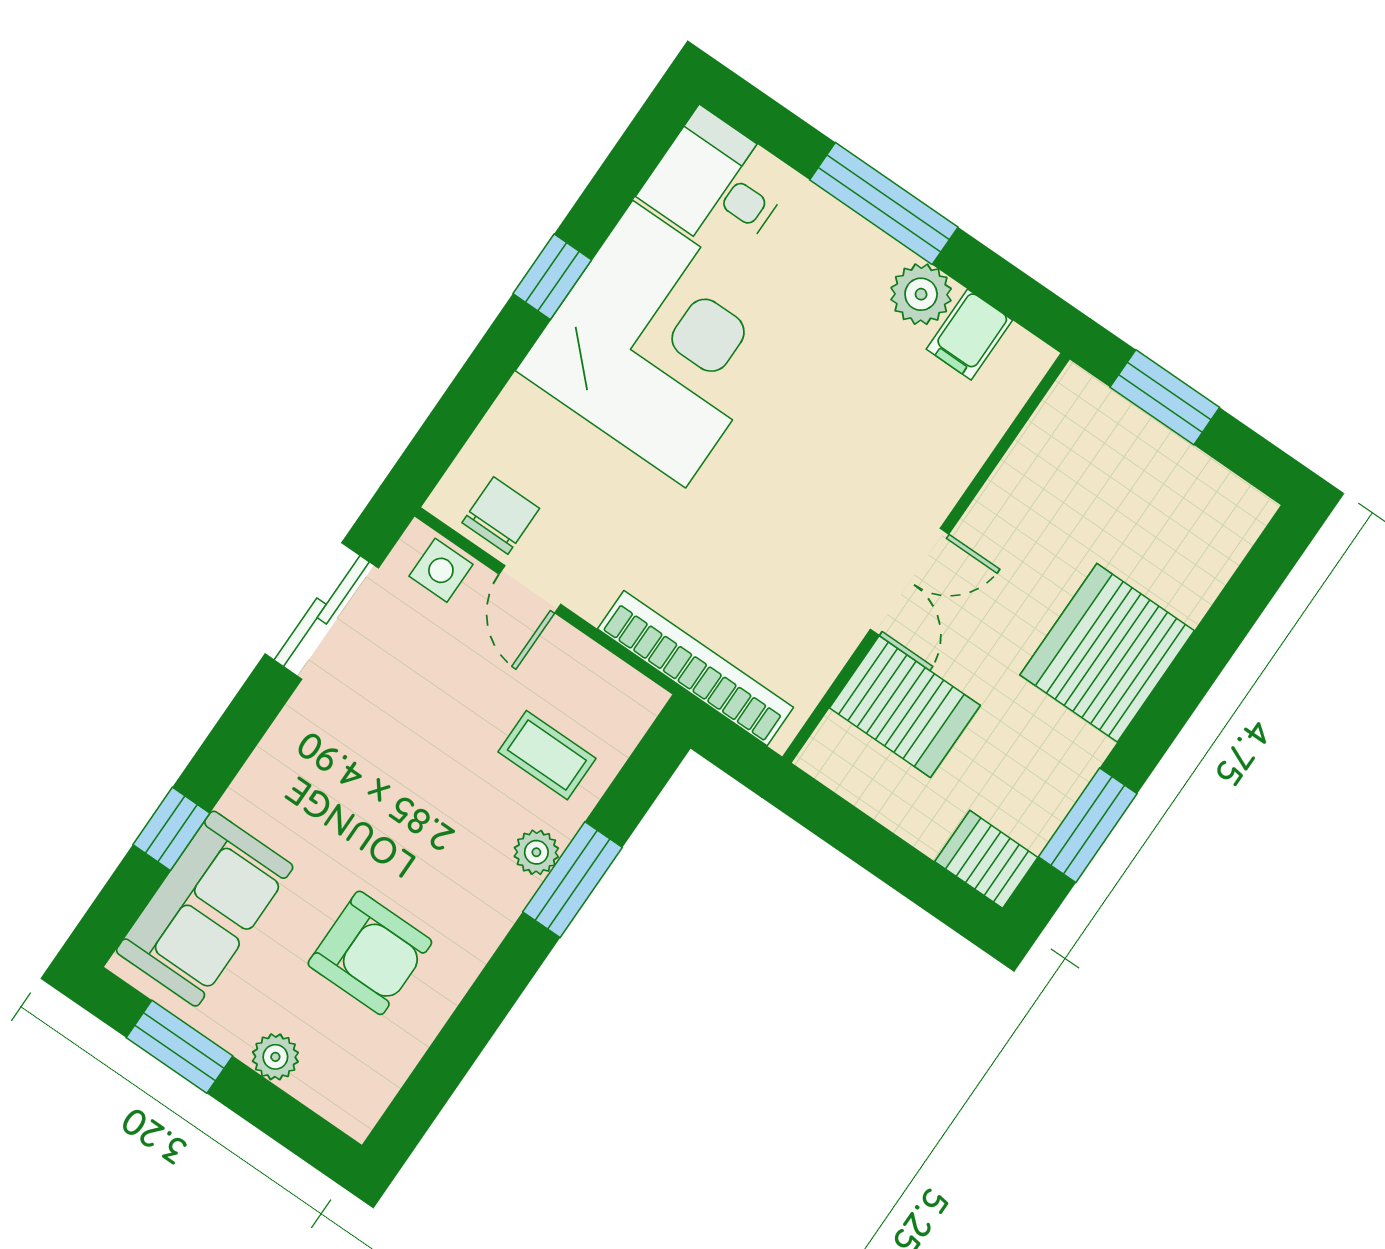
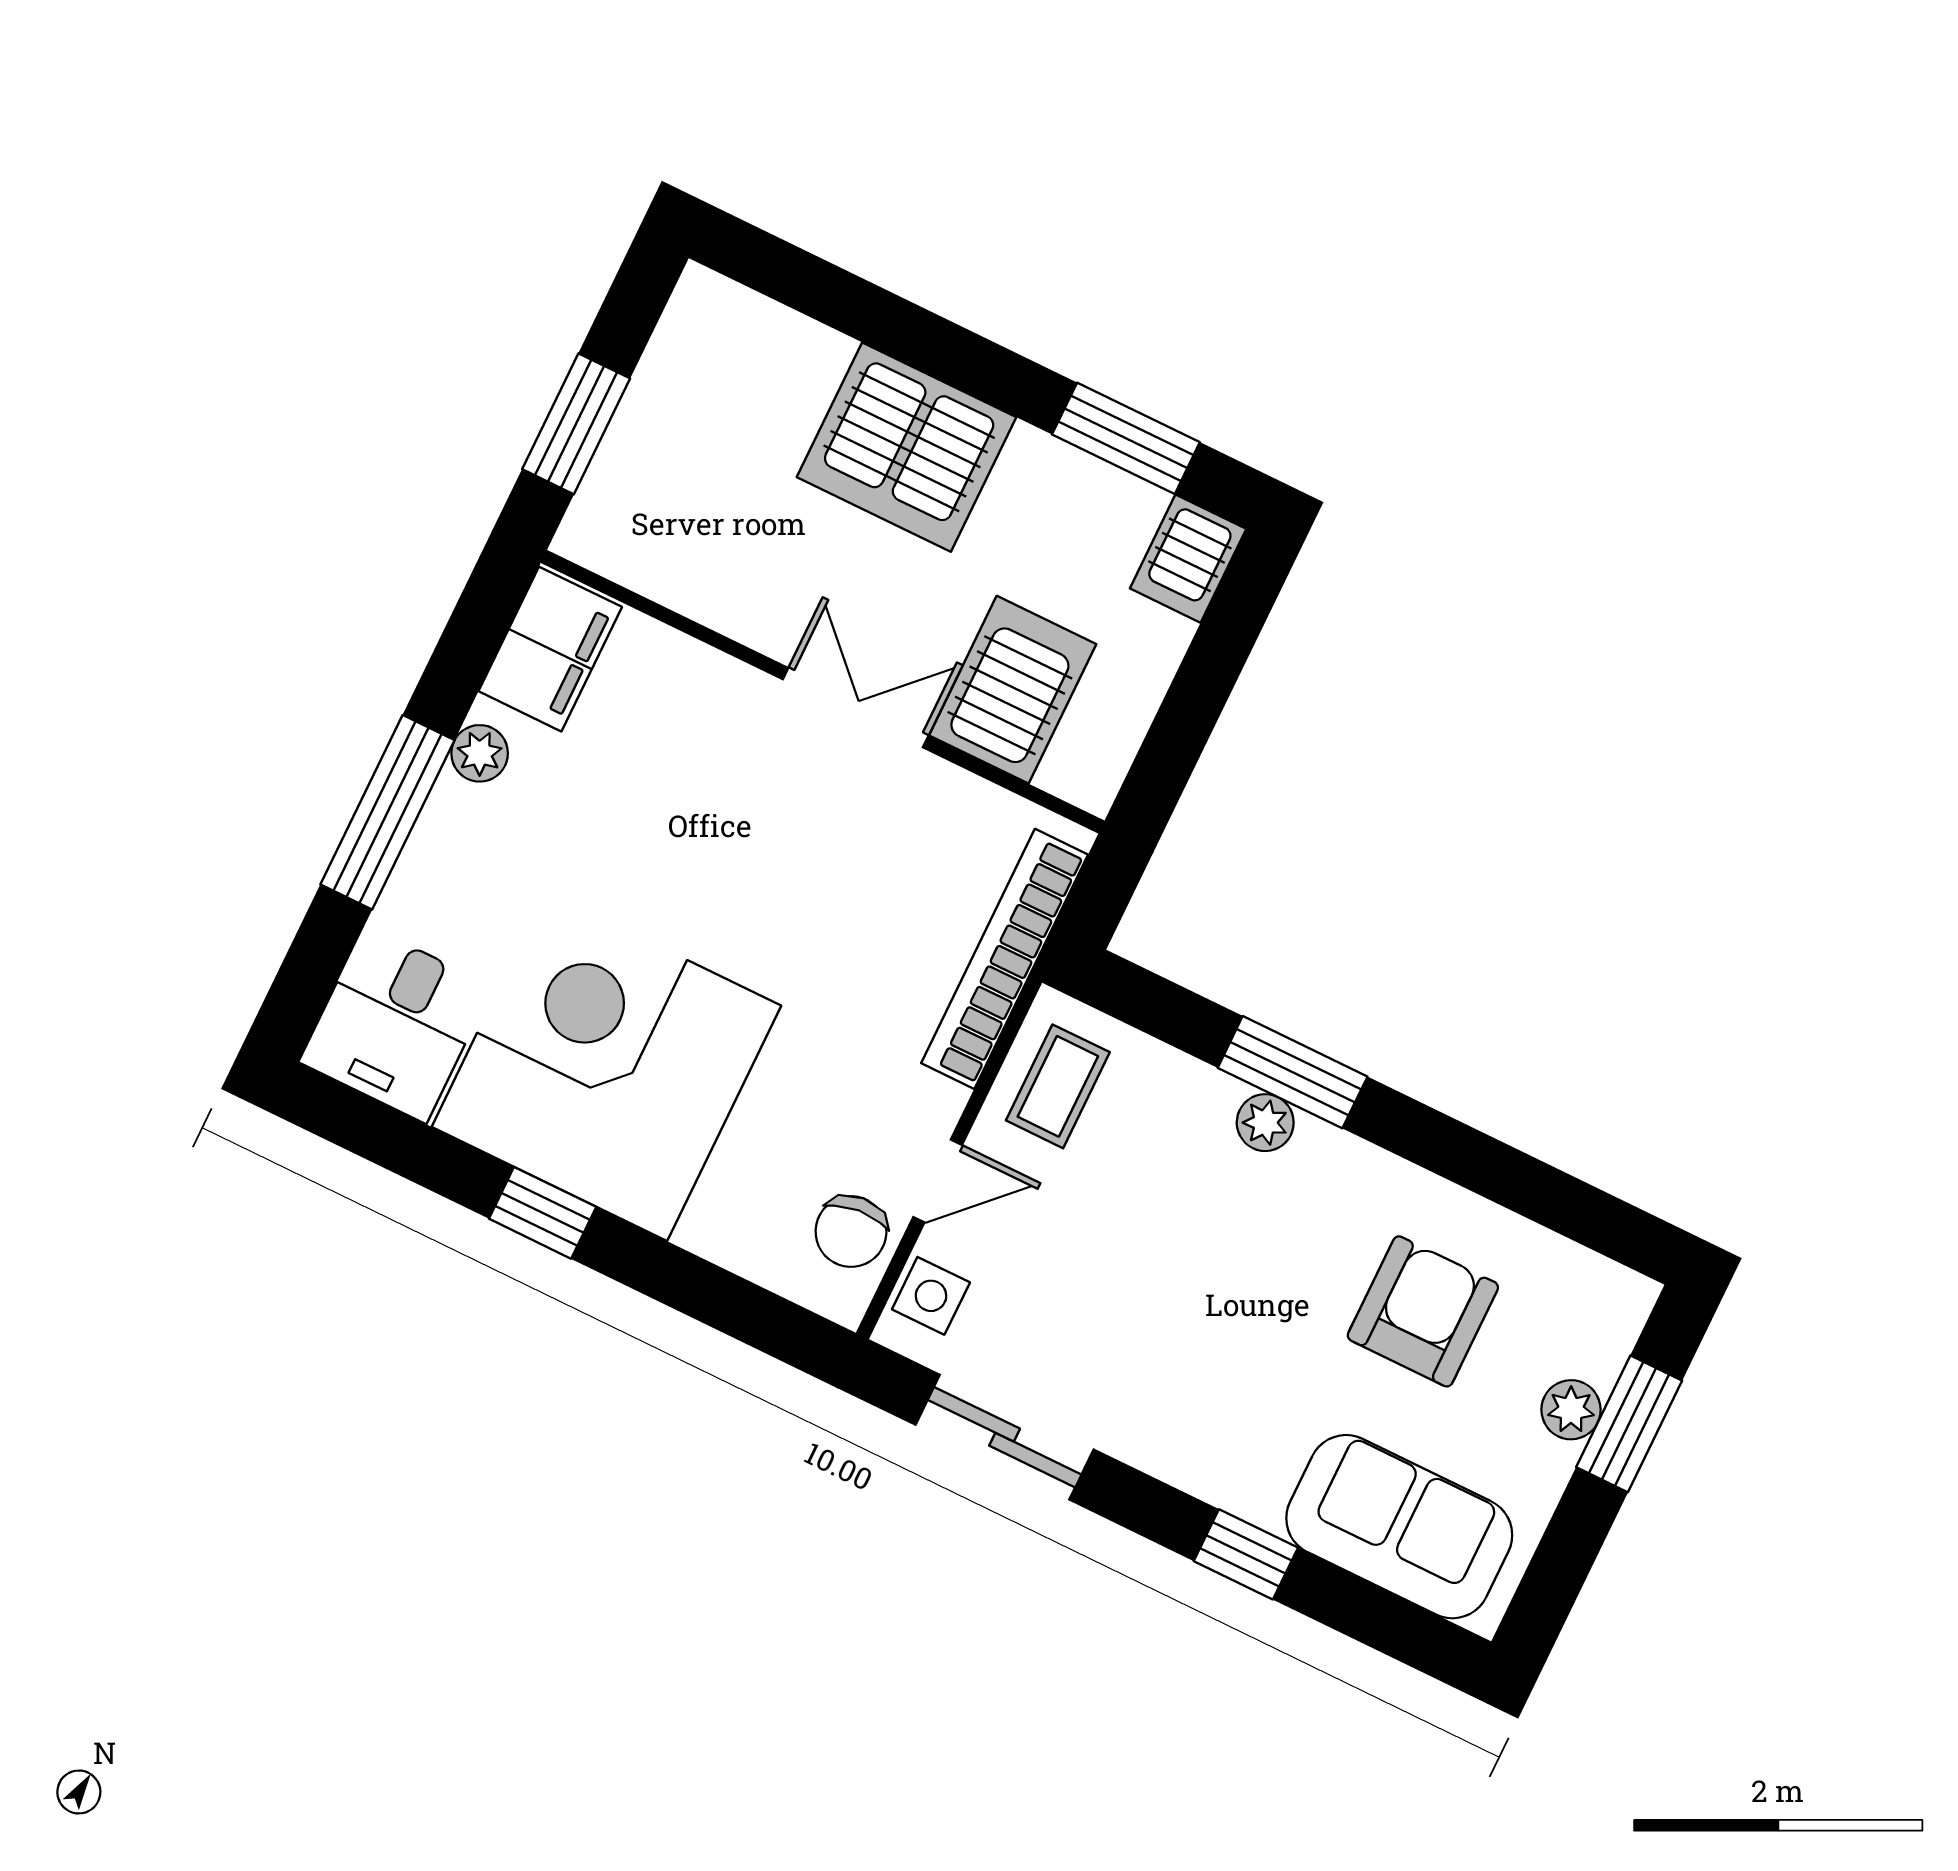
plant: (921, 294) -> (480, 753), width x0.73, depth x0.73
filing cabinet: (969, 335) -> (550, 649), width x2.00
chair: (501, 516) -> (851, 1232), turned -95
coffee table: (547, 755) -> (1058, 1086), moved
window: (171, 829) -> (1246, 1554), moved
window: (179, 1047) -> (1629, 1424), moved

